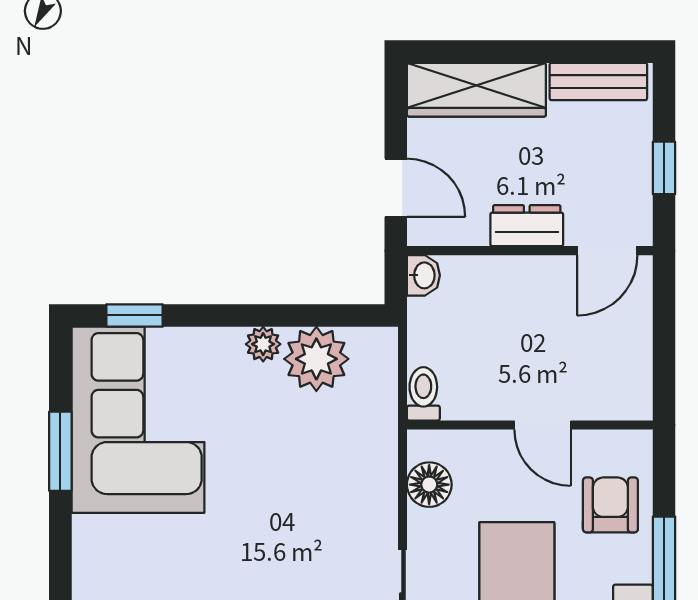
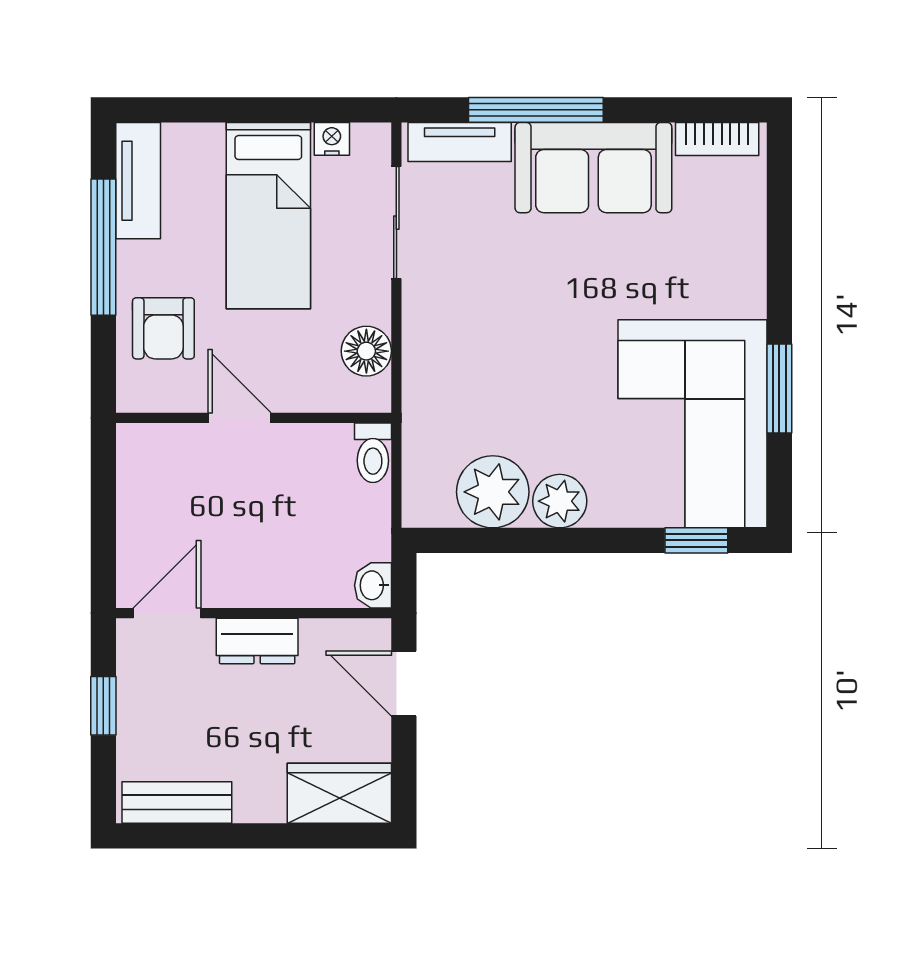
wardrobe: (476, 90) -> (339, 793), width x0.67
plant: (263, 344) -> (560, 501), width x1.38, depth x1.38

